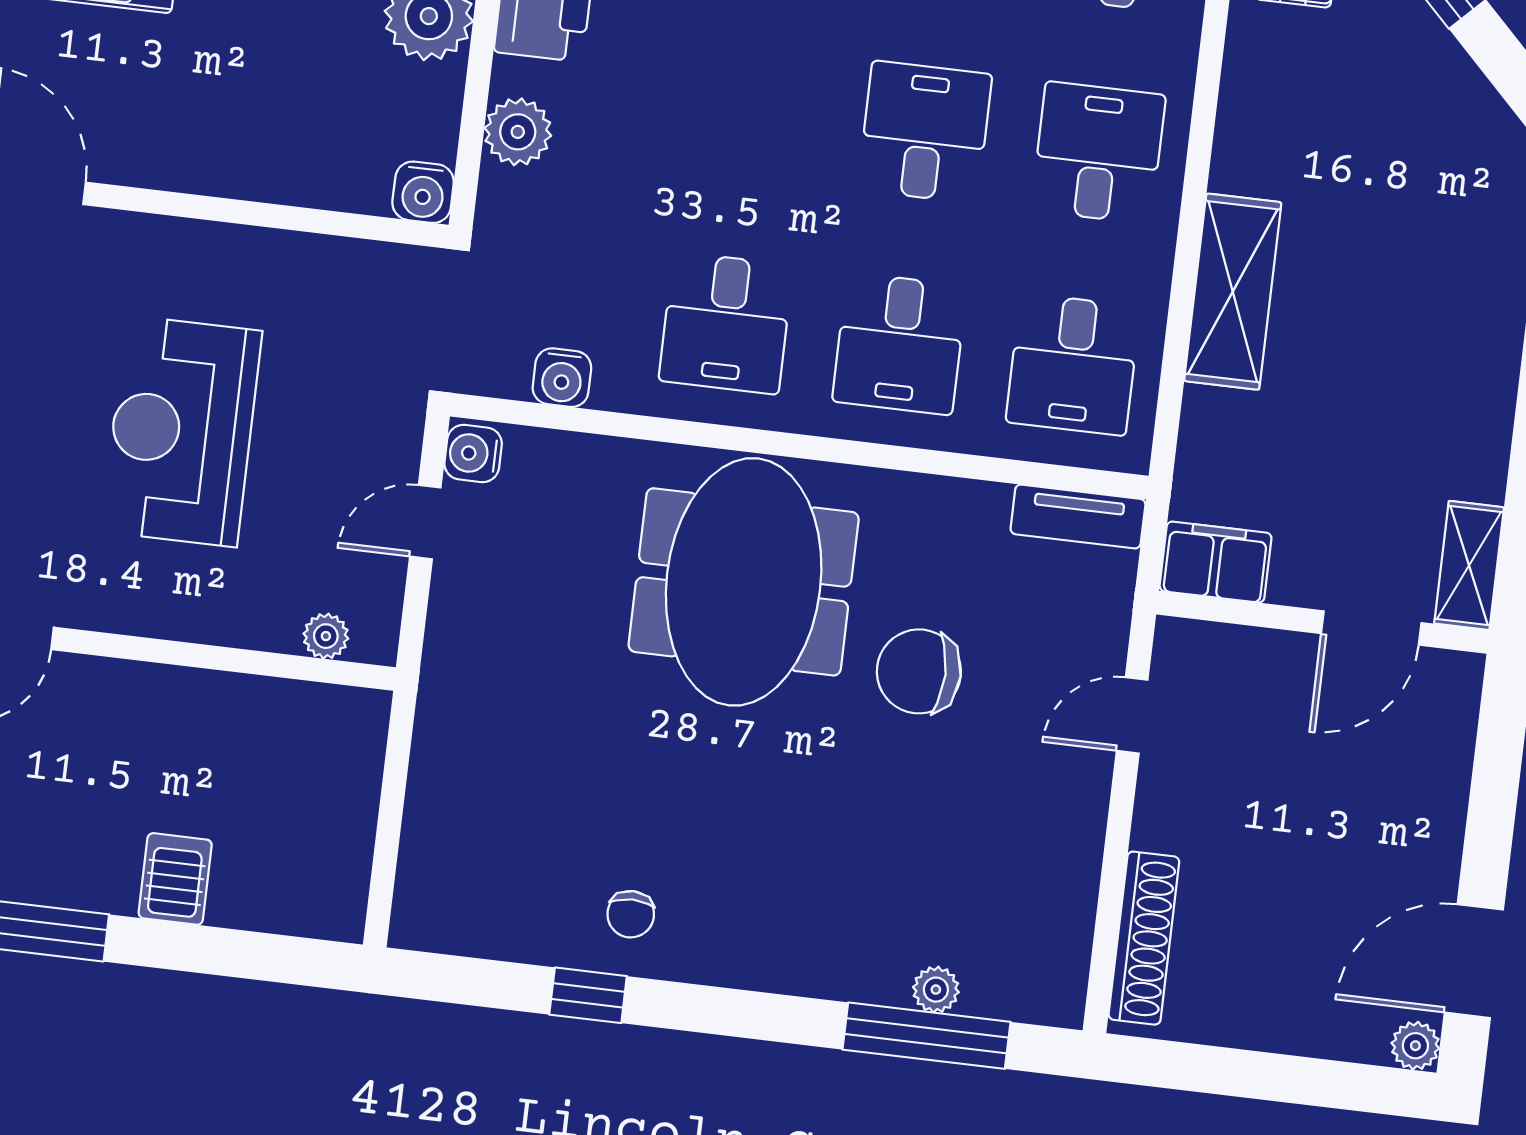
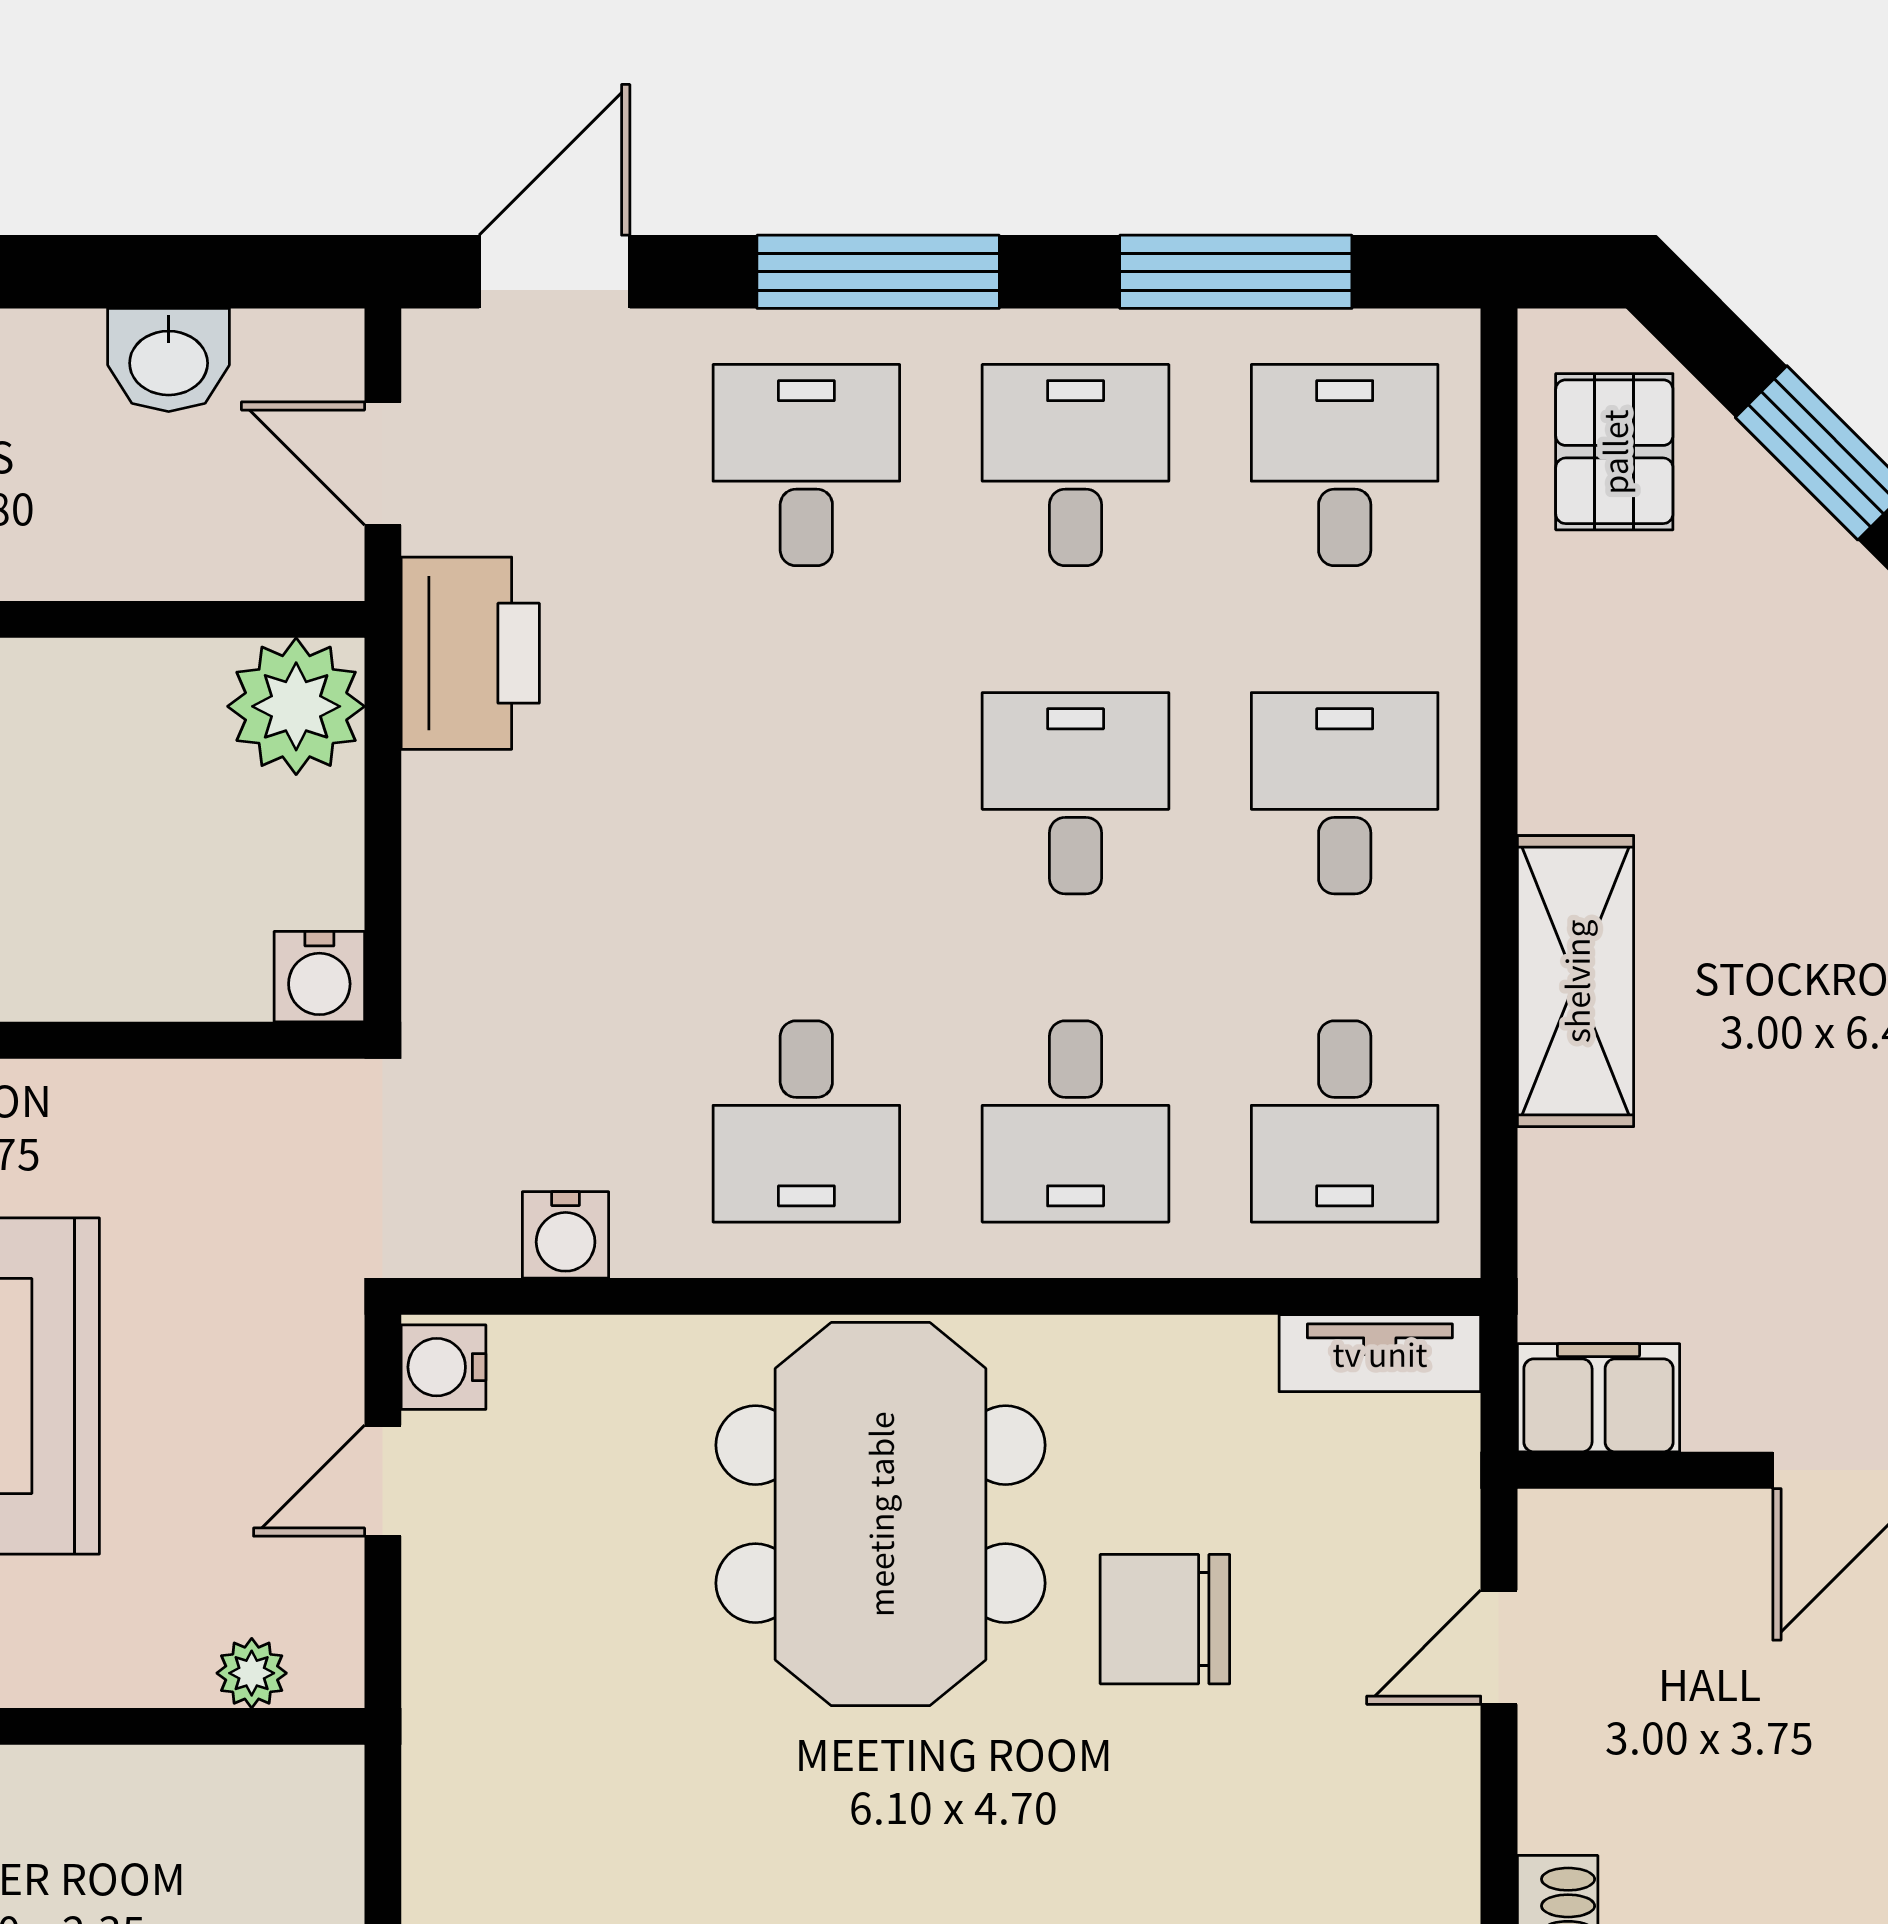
plant: (518, 132) -> (453, 867), removed

